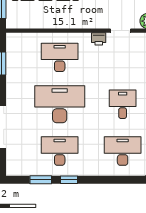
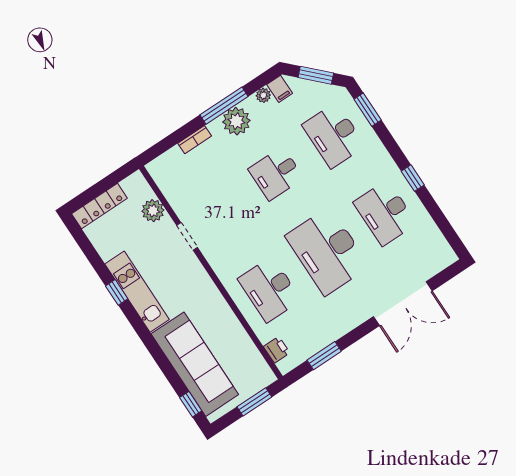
printer: (99, 39) -> (277, 350), moved
window: (41, 180) -> (368, 110), moved

